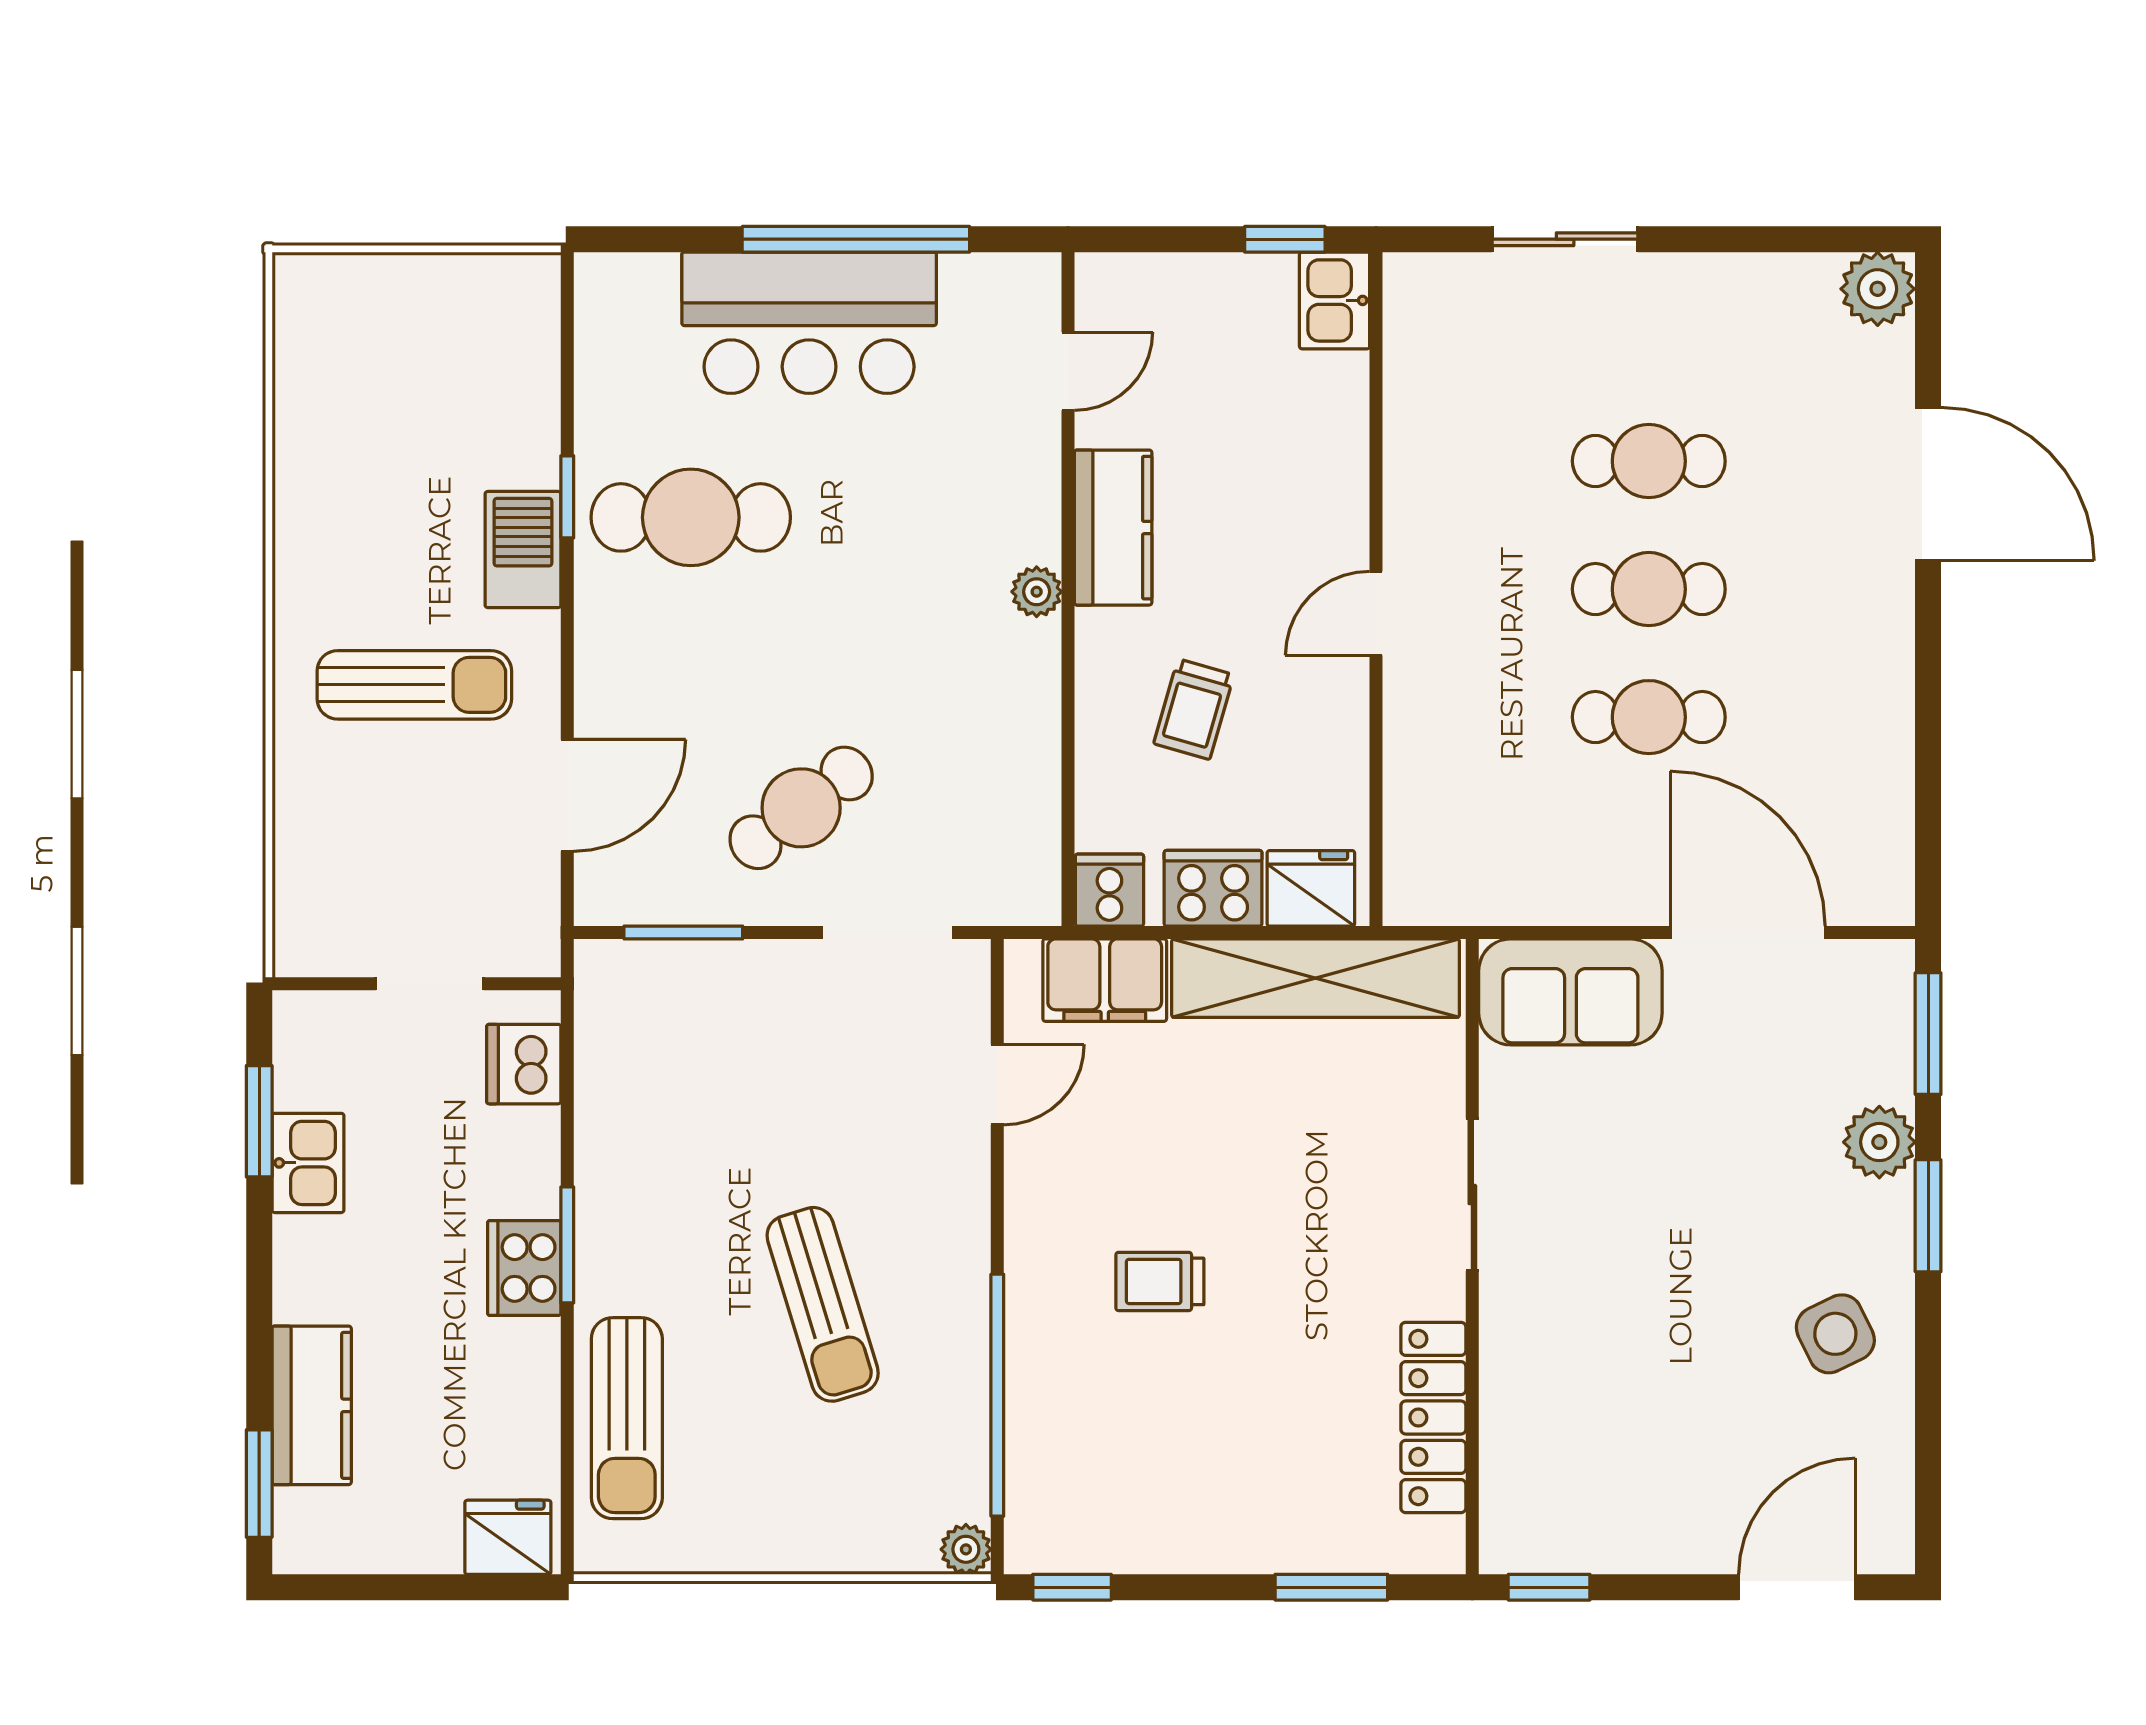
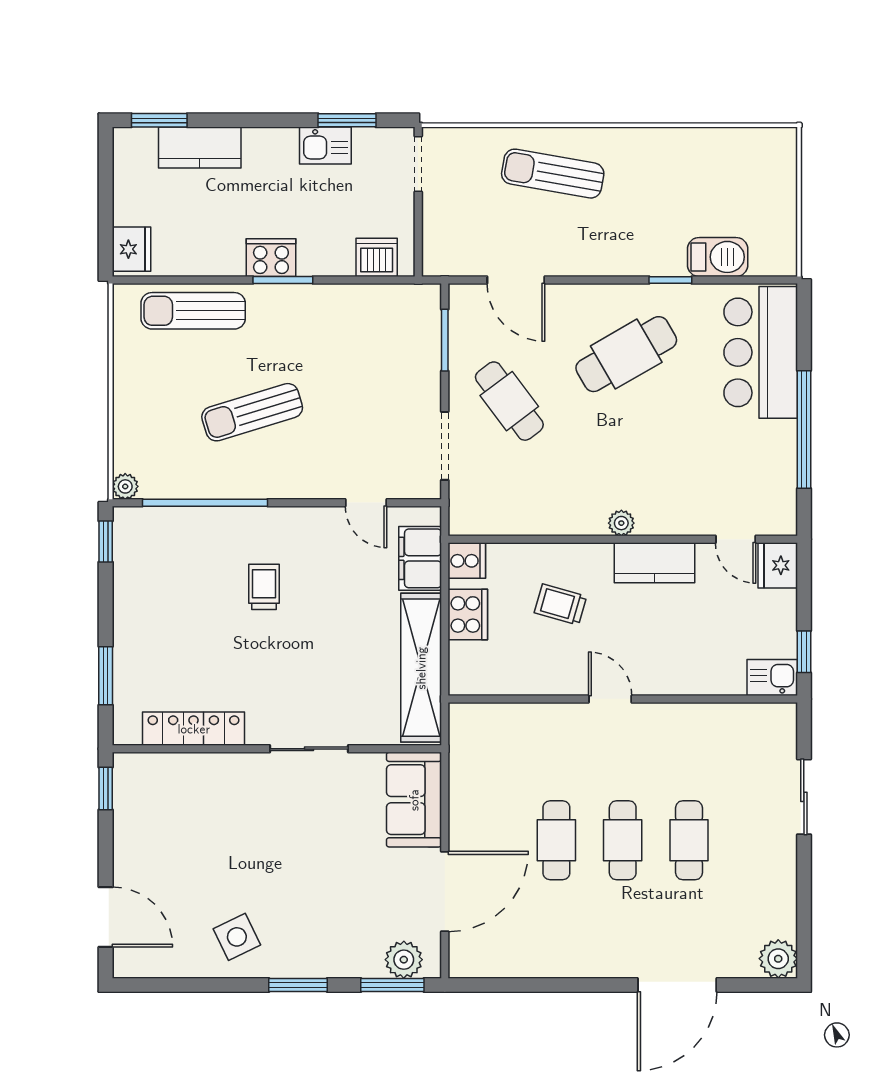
bar counter: (809, 323) -> (761, 352), moved
cafe table: (691, 517) -> (626, 354), moved, turned 60
barbecue: (523, 550) -> (718, 257), moved
sun lounger: (414, 685) -> (553, 174), moved, turned 100
fridge: (1311, 888) -> (778, 565), moved, turned 180
doorway: (430, 984) -> (418, 164), moved
plant: (1879, 1142) -> (404, 960), moved

